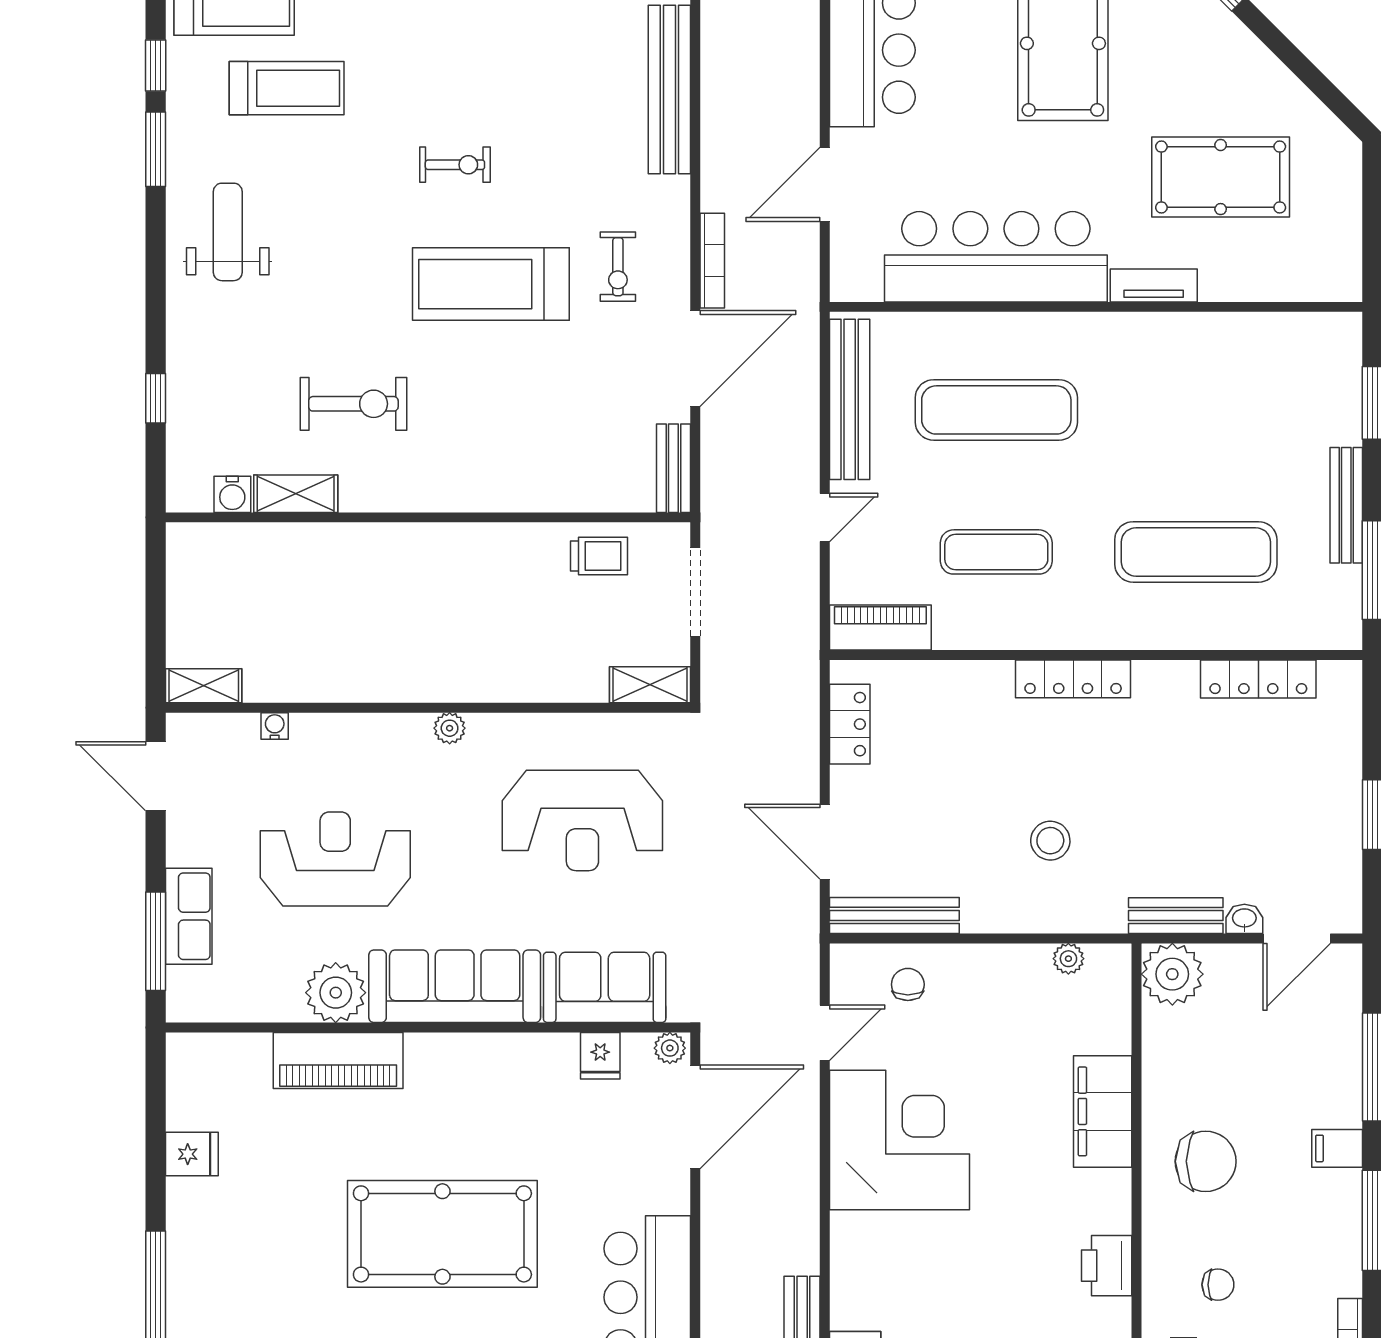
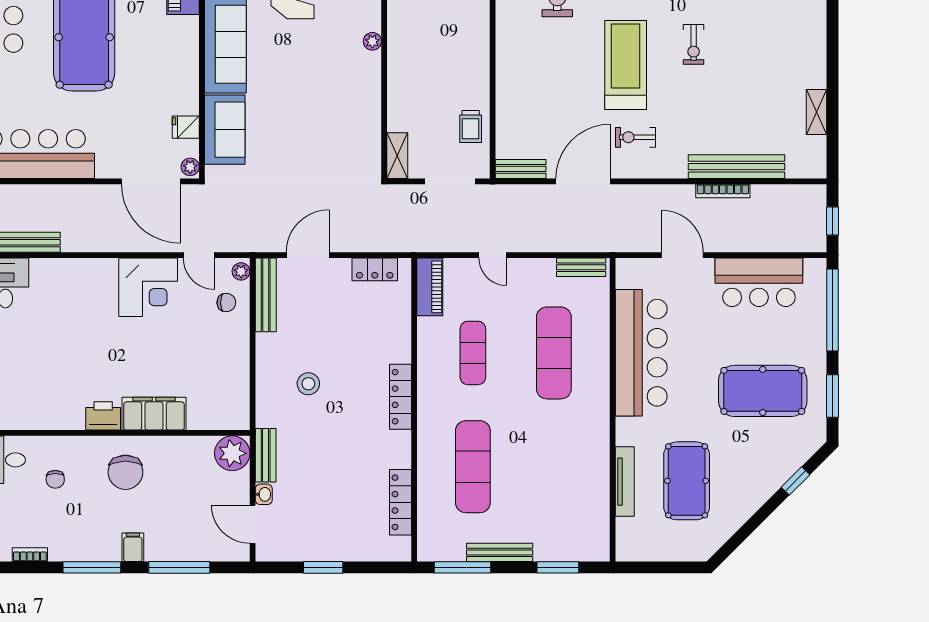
bookcase: (712, 261) -> (723, 191), moved
tv unit: (1154, 285) -> (625, 482), moved, width x1.41
door: (695, 358) -> (583, 181), swing flipped
bench: (850, 399) -> (581, 267), width x0.54, depth x0.82
reception desk: (582, 820) -> (320, 117), removed
plant: (1068, 959) -> (241, 271), moved
corner desk: (900, 1140) -> (148, 287), width x0.74, depth x0.74
printer: (1107, 1266) -> (103, 416), moved

